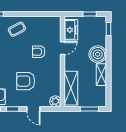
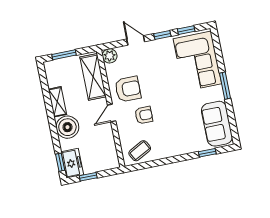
coffee table: (17, 29) -> (140, 151), moved
freezer: (71, 30) -> (72, 163), moved, turned 180
door: (63, 48) -> (112, 113), moved
armchair: (26, 81) -> (128, 89), moved

